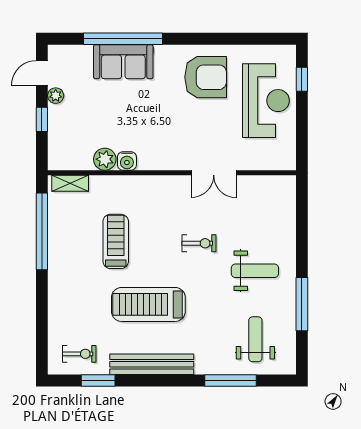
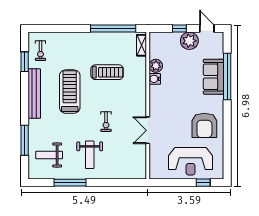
plant: (56, 96) -> (189, 41), width x1.87, depth x1.87
weight bench: (255, 339) -> (49, 155), turned 180

